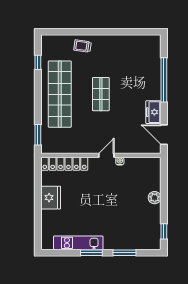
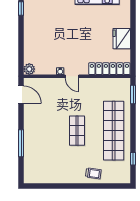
window: (164, 80) -> (21, 143), width x0.68
freezer: (153, 112) -> (30, 115), removed
door: (106, 155) -> (72, 76), hinge flipped
plant: (155, 198) -> (29, 69), moved

